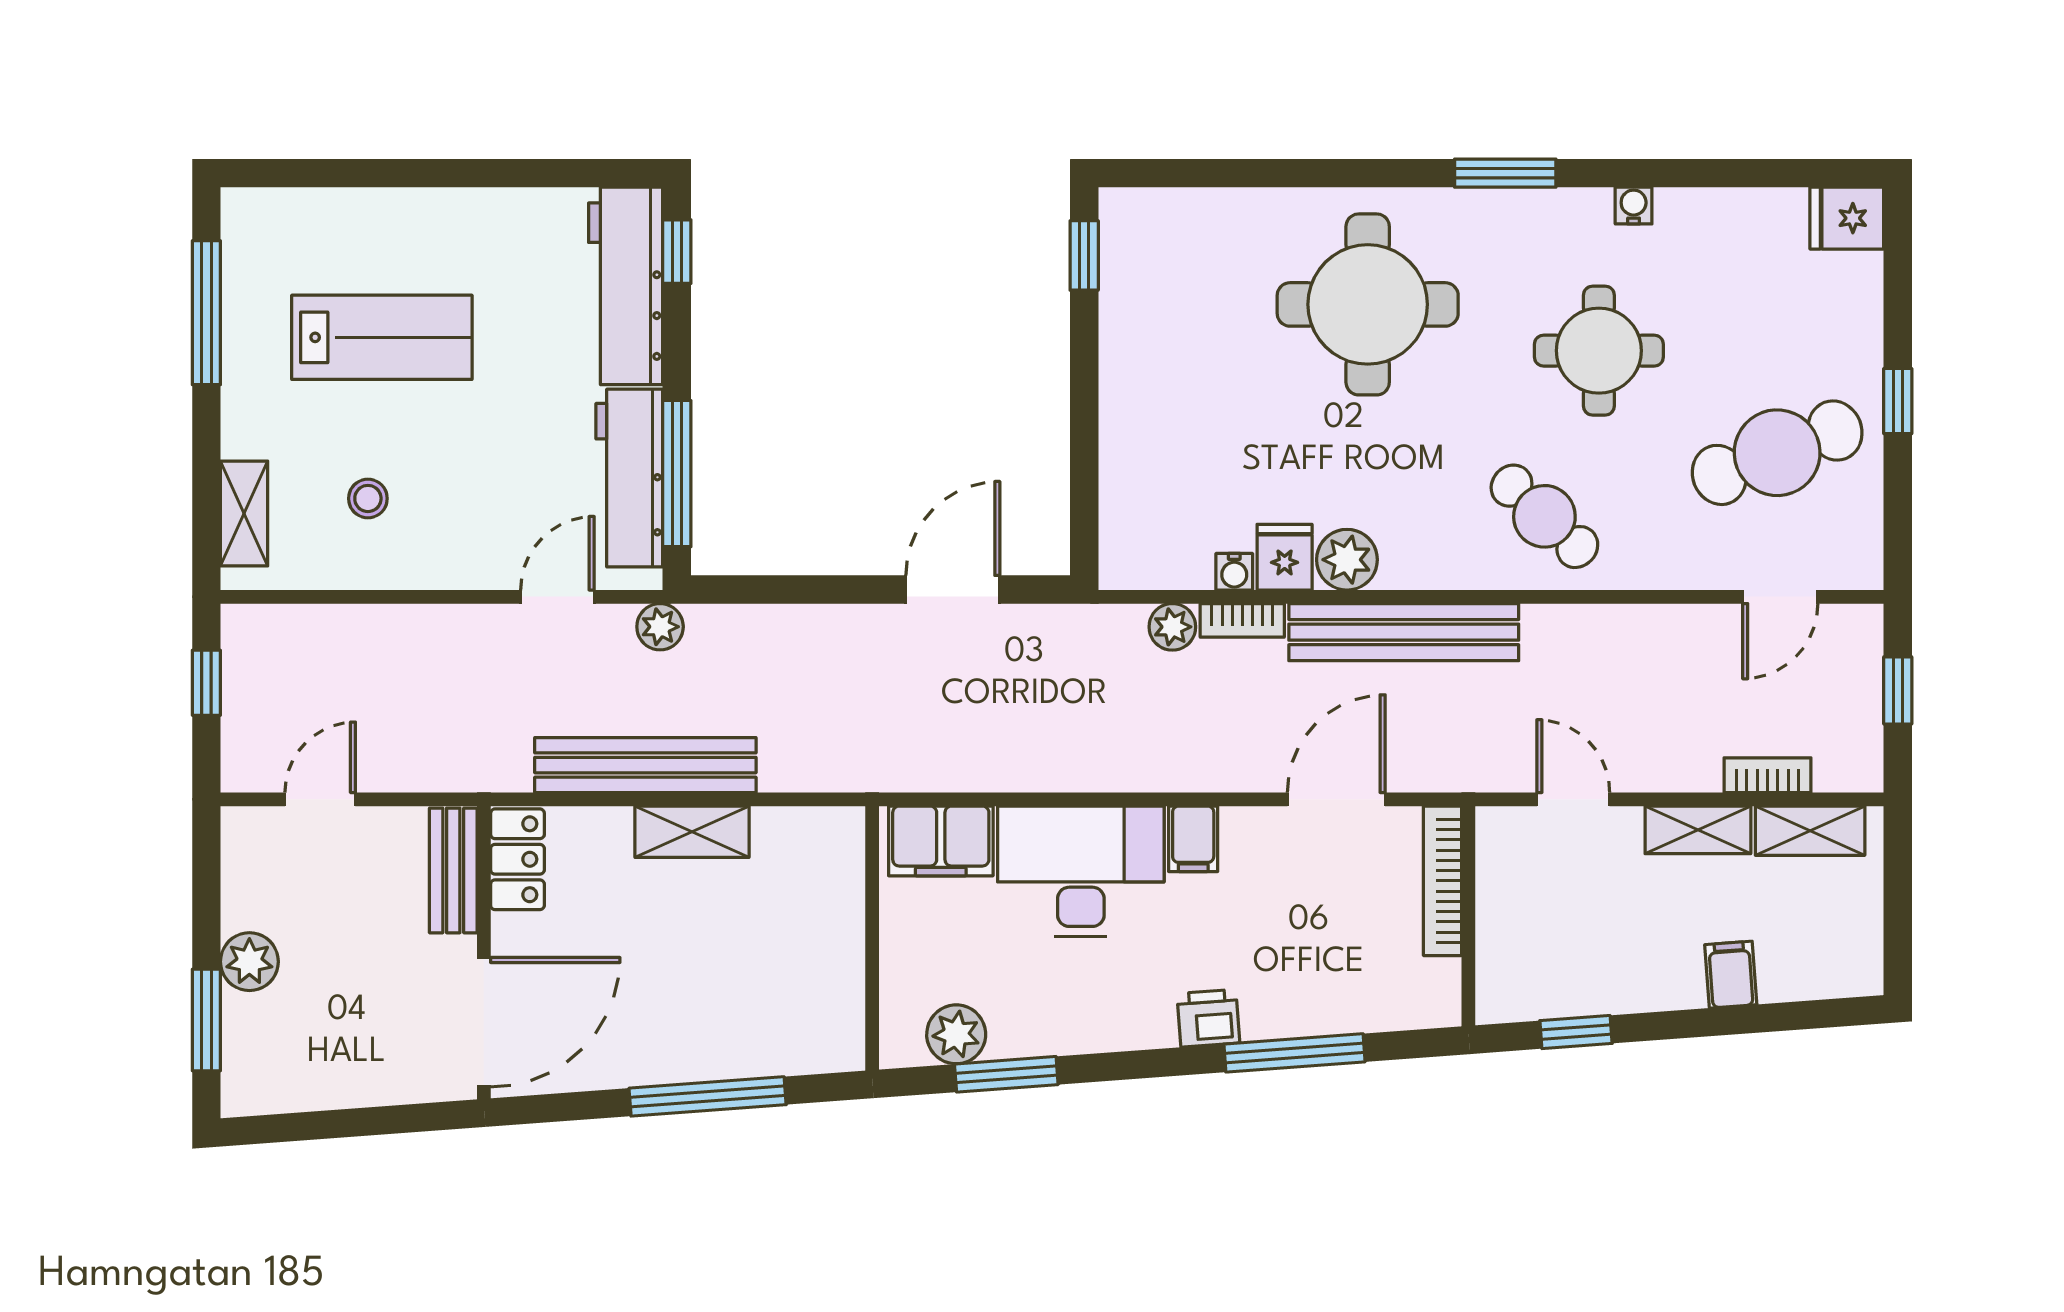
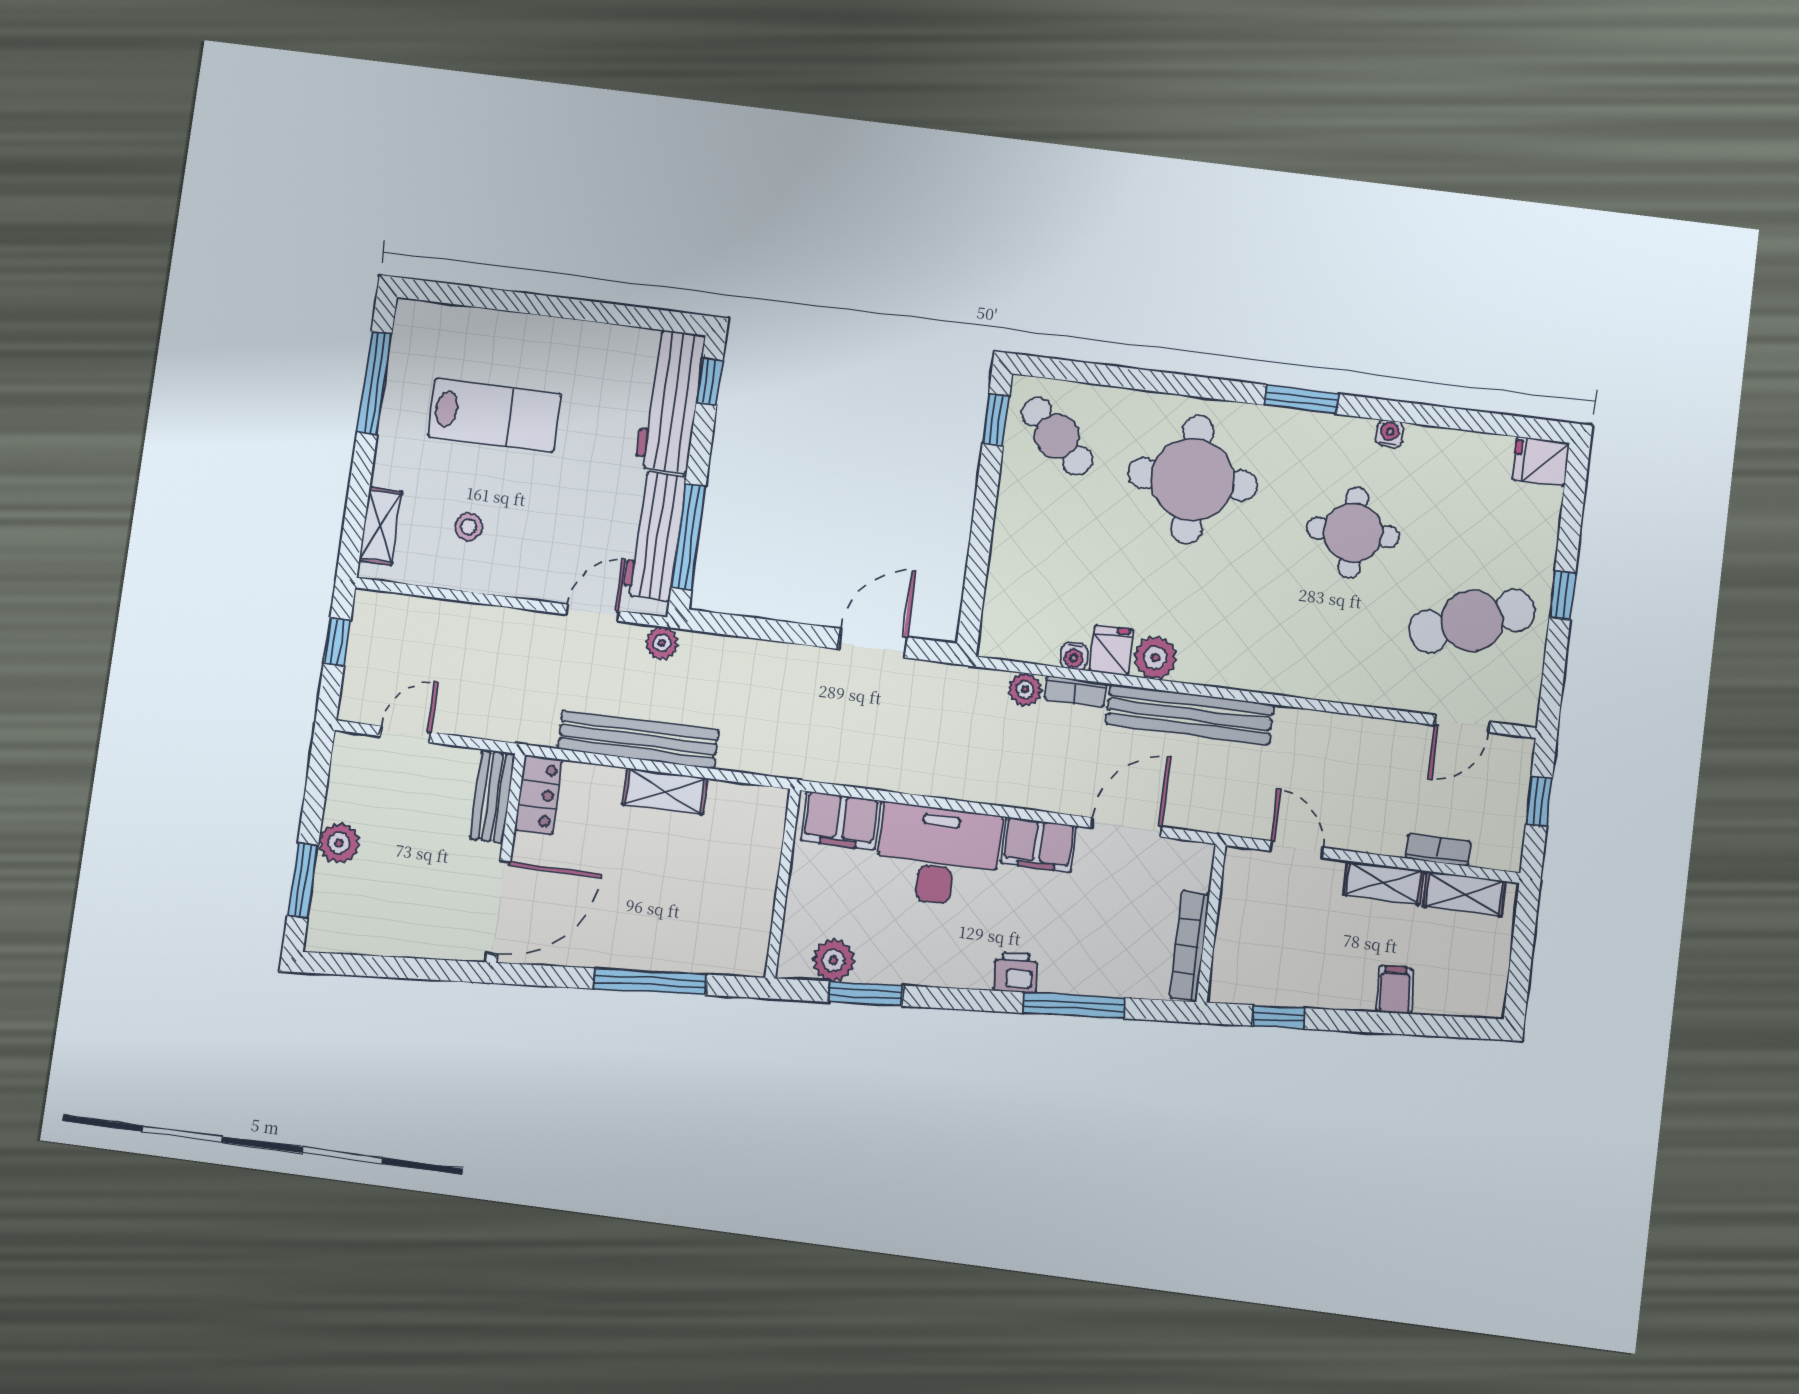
cafe table: (1544, 516) -> (1057, 436), moved
filing cabinet: (1193, 839) -> (1038, 845), width x2.00
bookcase: (1443, 881) -> (1189, 946), moved

